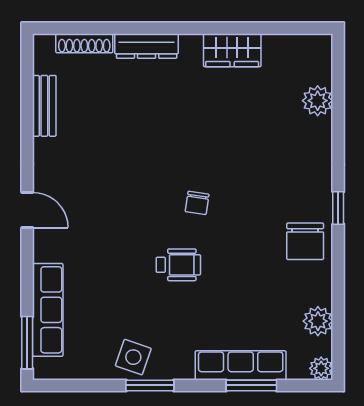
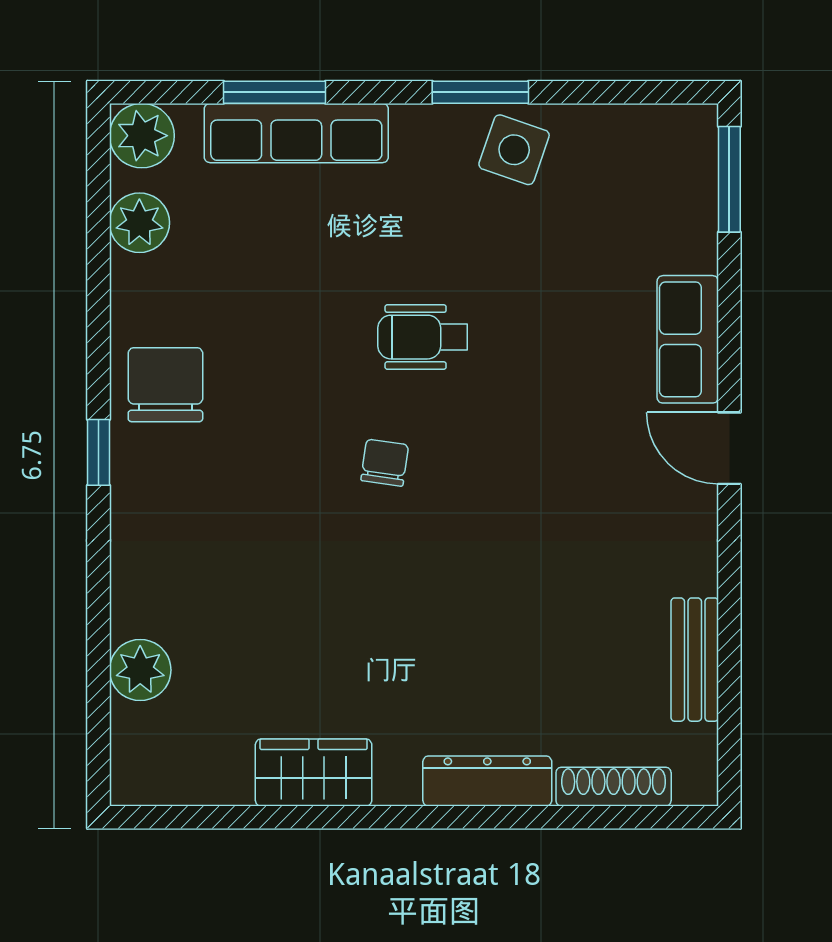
row of seats: (48, 310) -> (688, 339), moved, width x0.68
plant: (321, 368) -> (142, 136), width x1.38, depth x1.38

